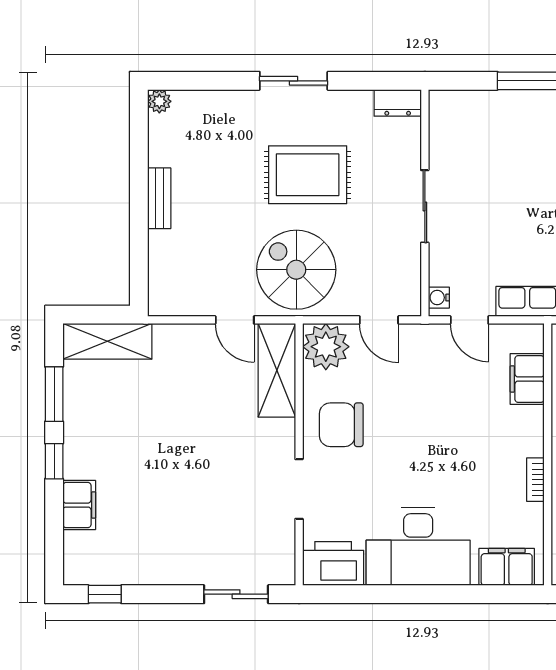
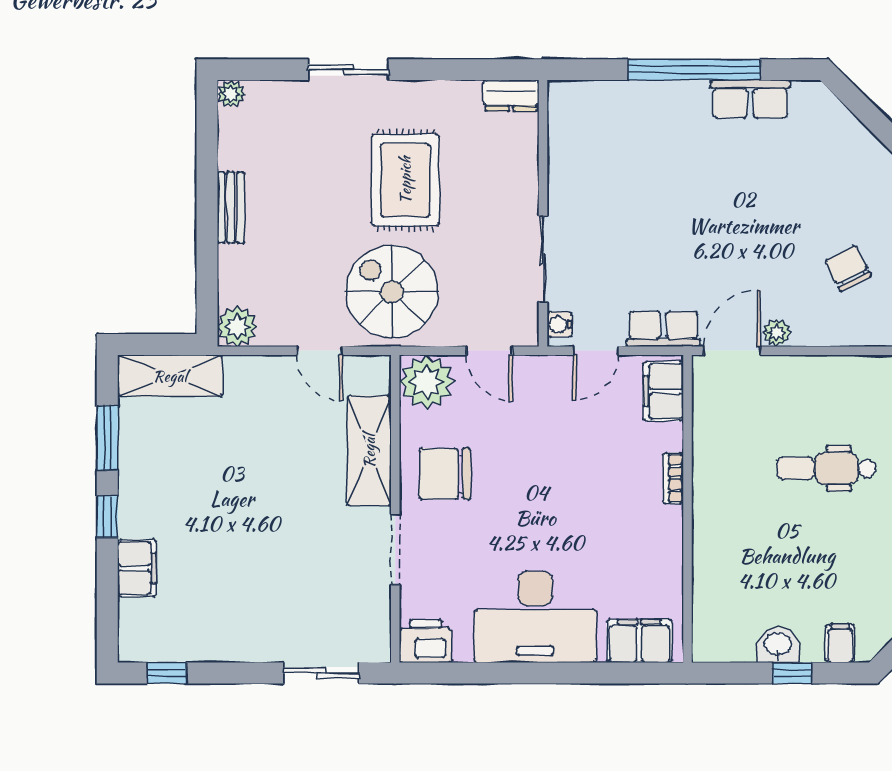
sliding door: (294, 81) -> (348, 70), moved
rug: (308, 175) -> (405, 180), turned 90
sliding door: (425, 206) -> (543, 259), moved
plant: (165, 299) -> (237, 327), added
door: (469, 320) -> (596, 351), hinge flipped
shelving: (277, 370) -> (369, 451), moved
filing cabinet: (527, 379) -> (663, 391), moved
bookcase: (535, 480) -> (673, 478), moved
printer: (333, 564) -> (426, 641), width x0.73, depth x0.84

